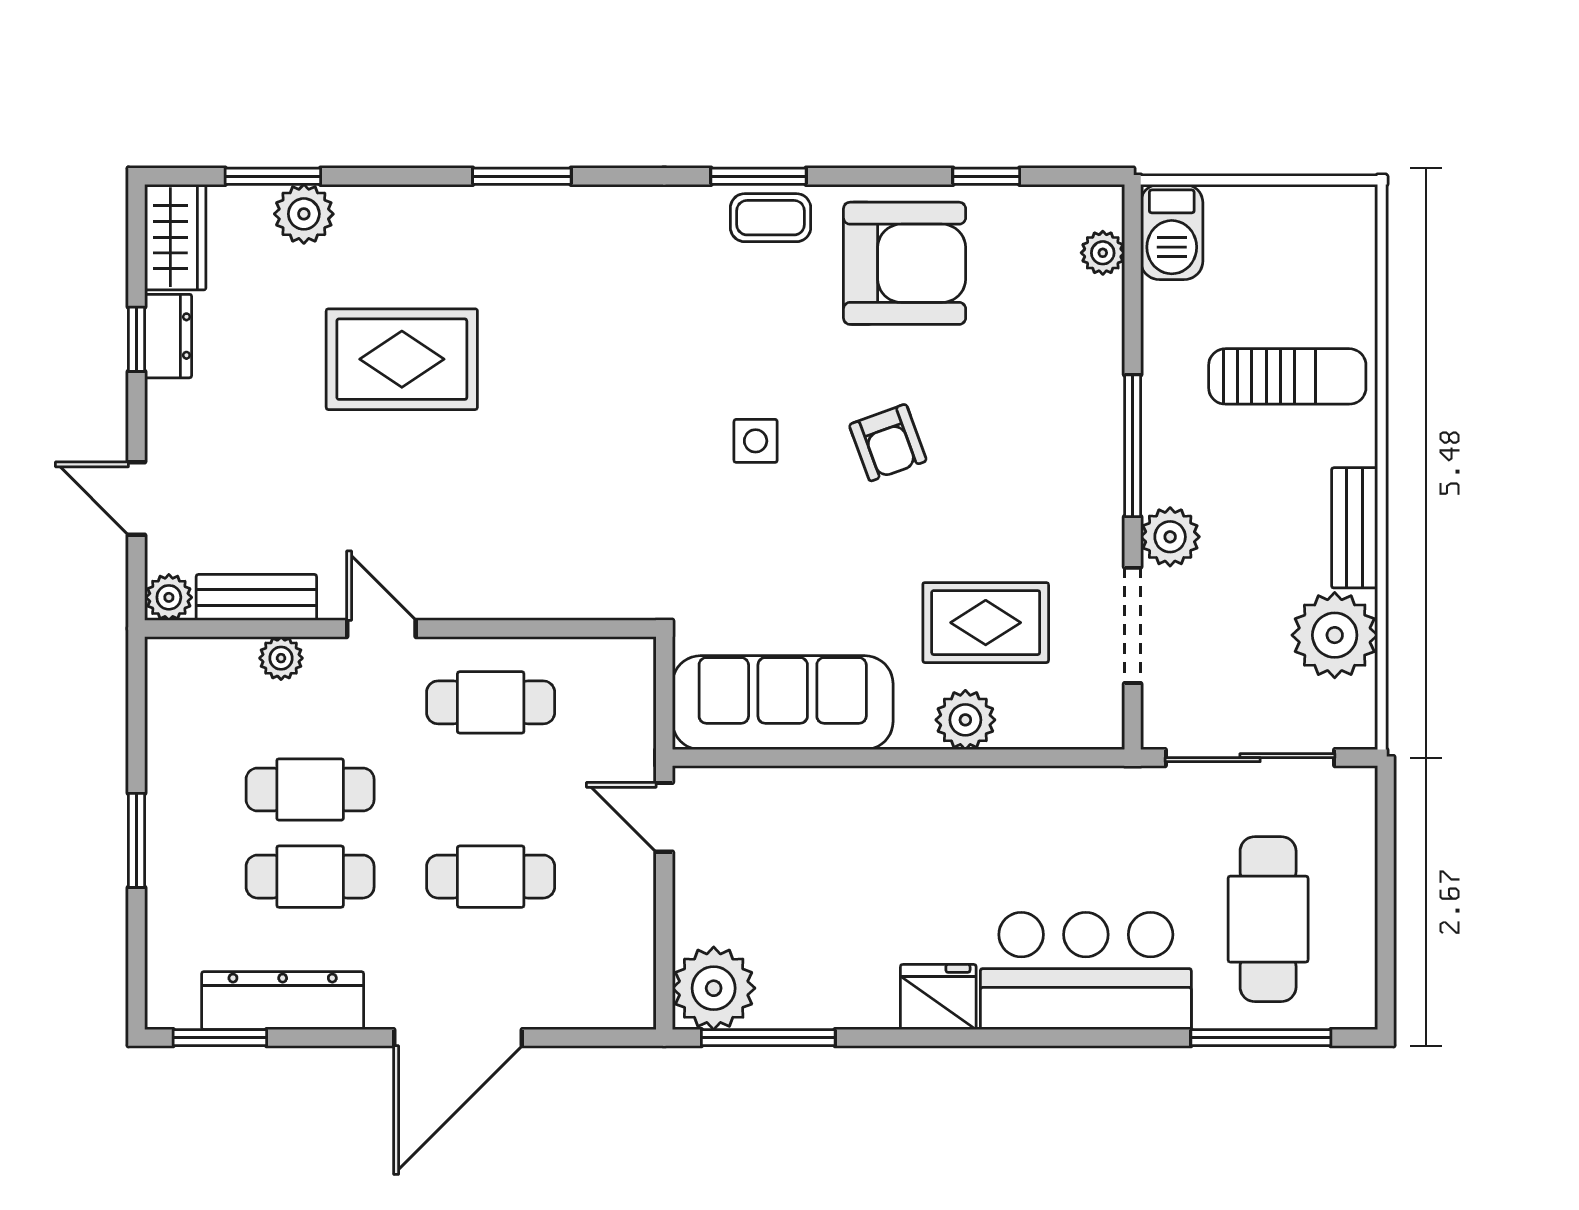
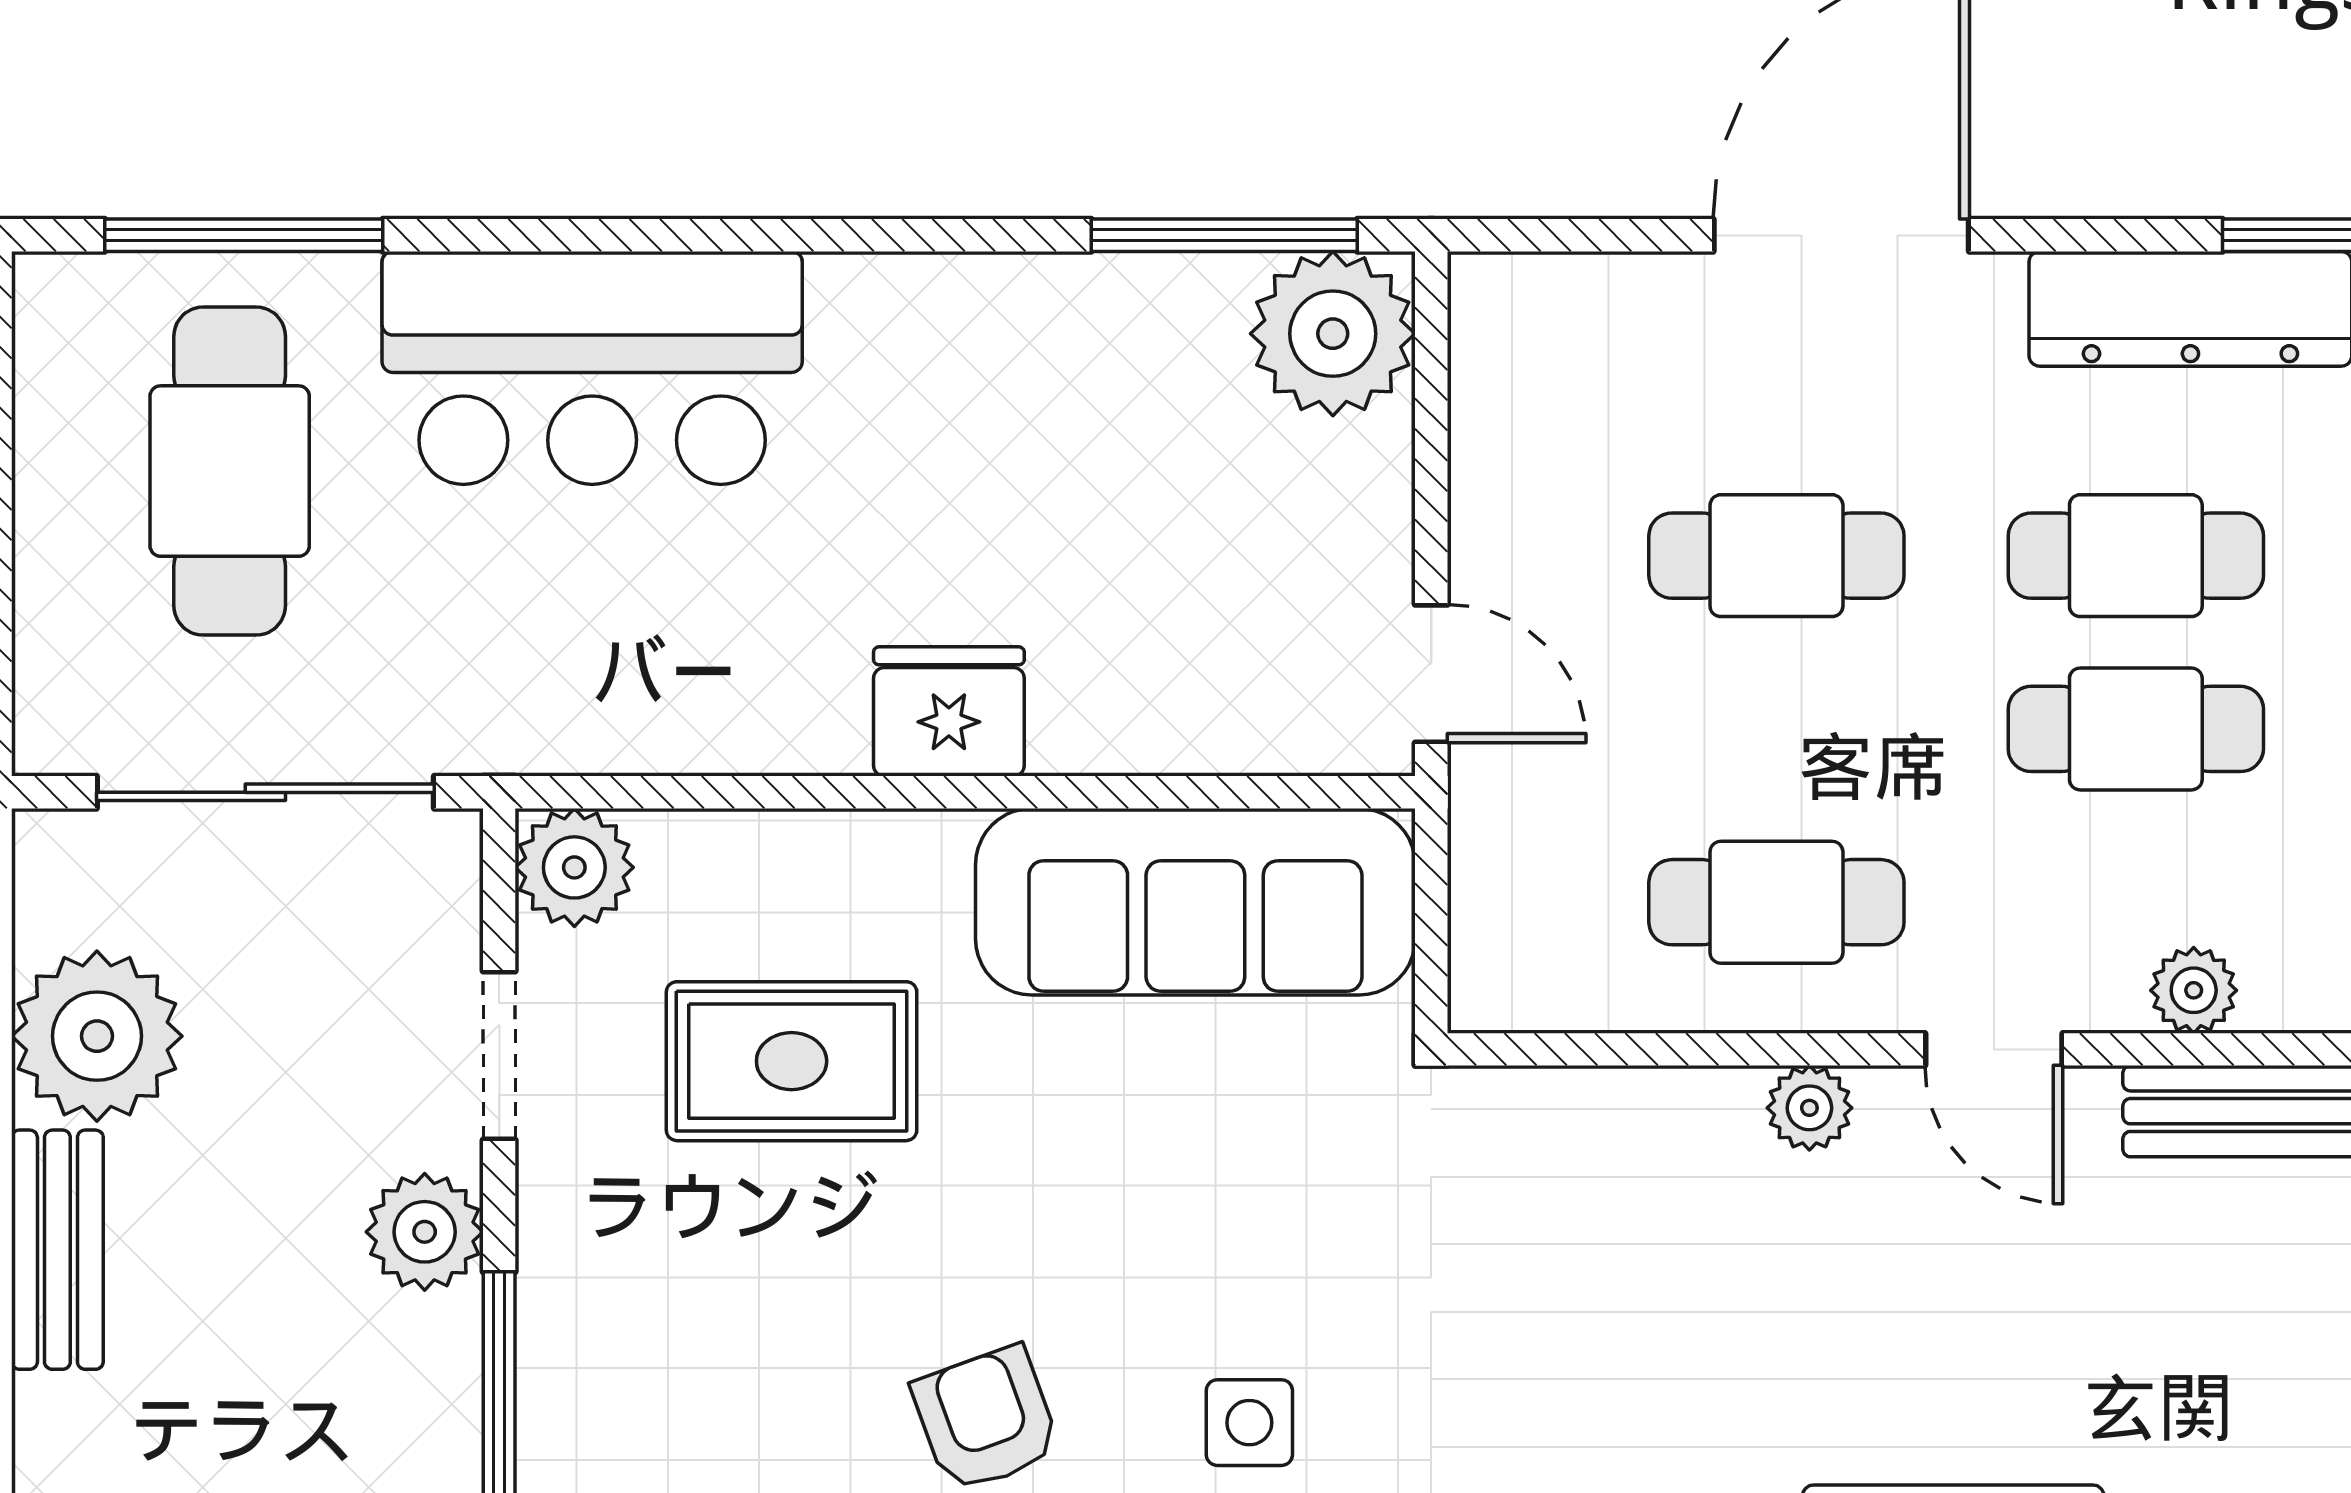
plant: (474, 599) -> (1809, 1108), added
doorway: (1133, 625) -> (499, 1055), width x0.73
plant: (965, 720) -> (574, 867), moved
fridge: (938, 997) -> (949, 711), moved, turned 180

